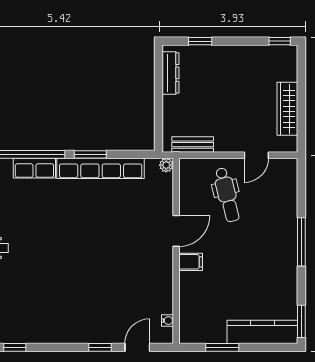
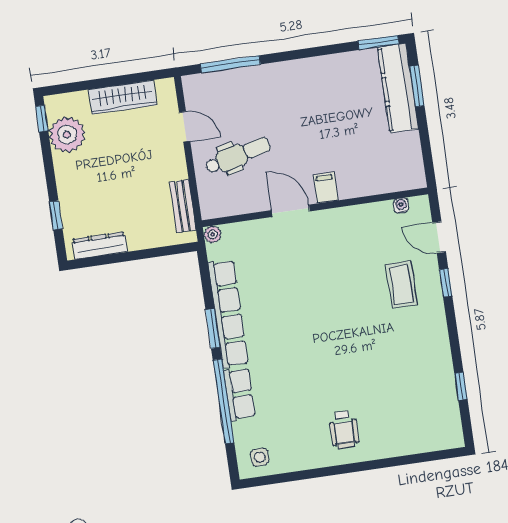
plant: (264, 60) -> (67, 135), added
window: (301, 242) -> (230, 64), moved
coffee table: (104, 312) -> (402, 284), added
window: (222, 347) -> (417, 86), moved

